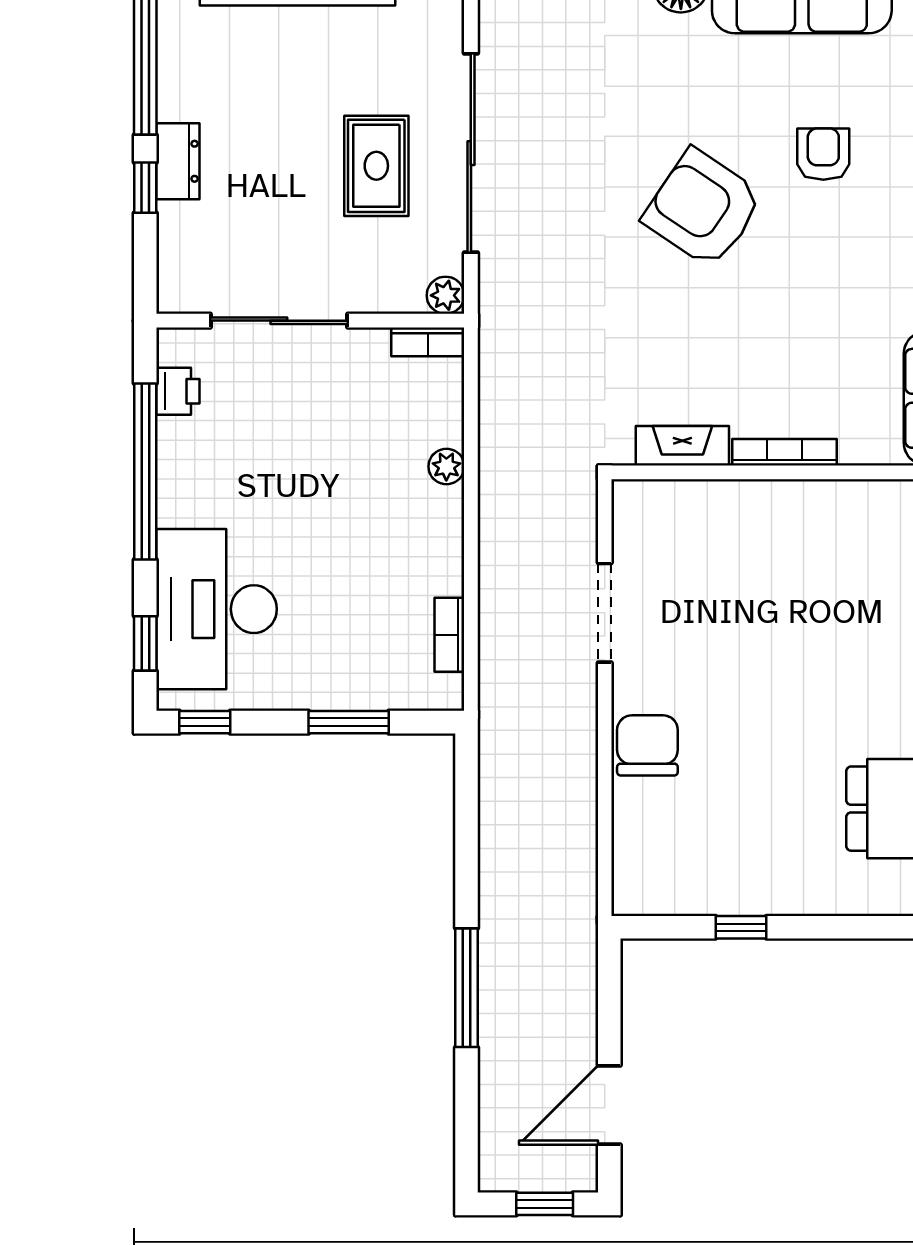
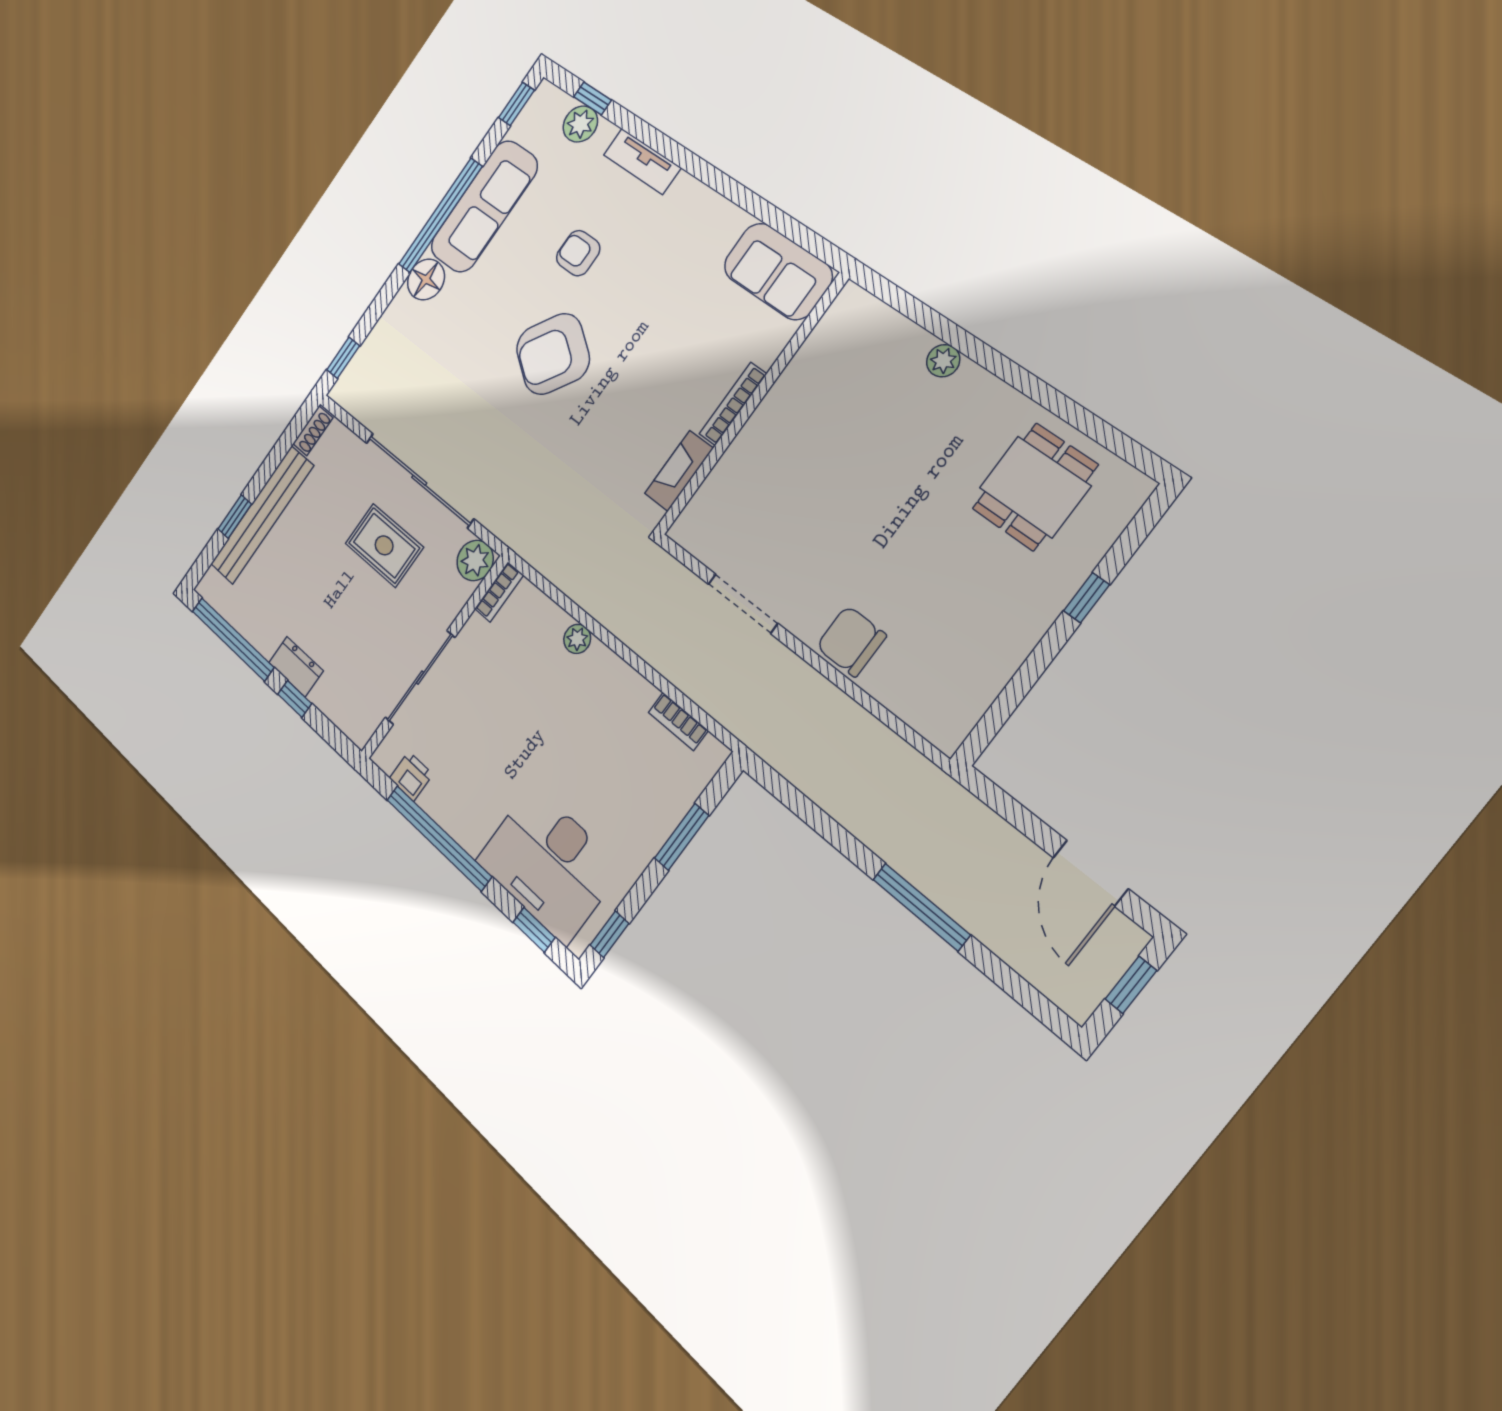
plant: (446, 295) -> (475, 560), width x1.38, depth x1.38
window: (741, 927) -> (1087, 598), moved

